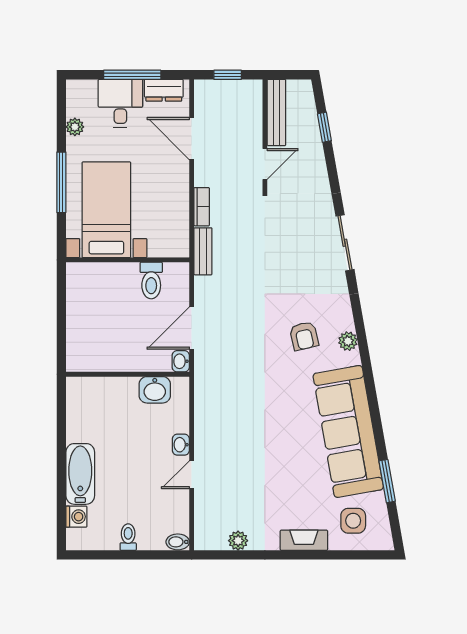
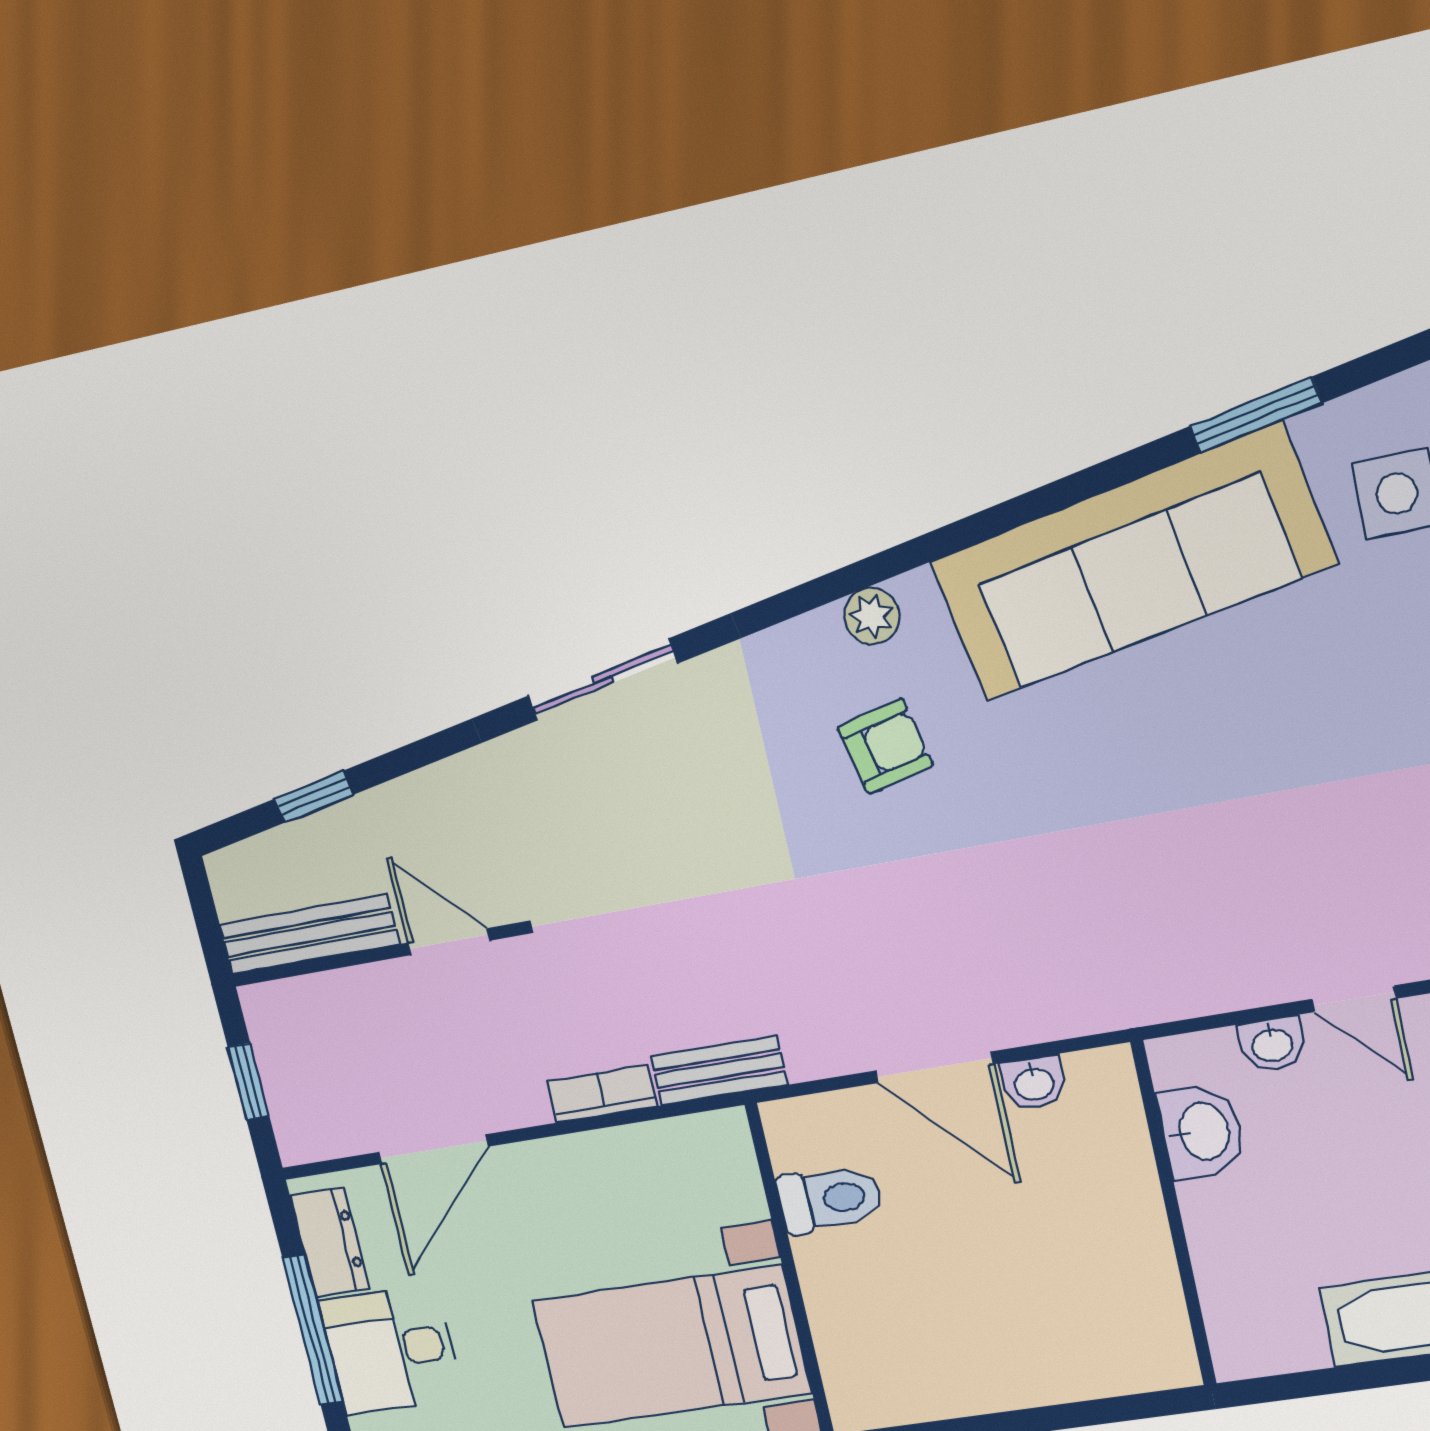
wall: (128, 374) -> (1174, 1214), moved
washbasin: (155, 390) -> (1202, 1132), moved

